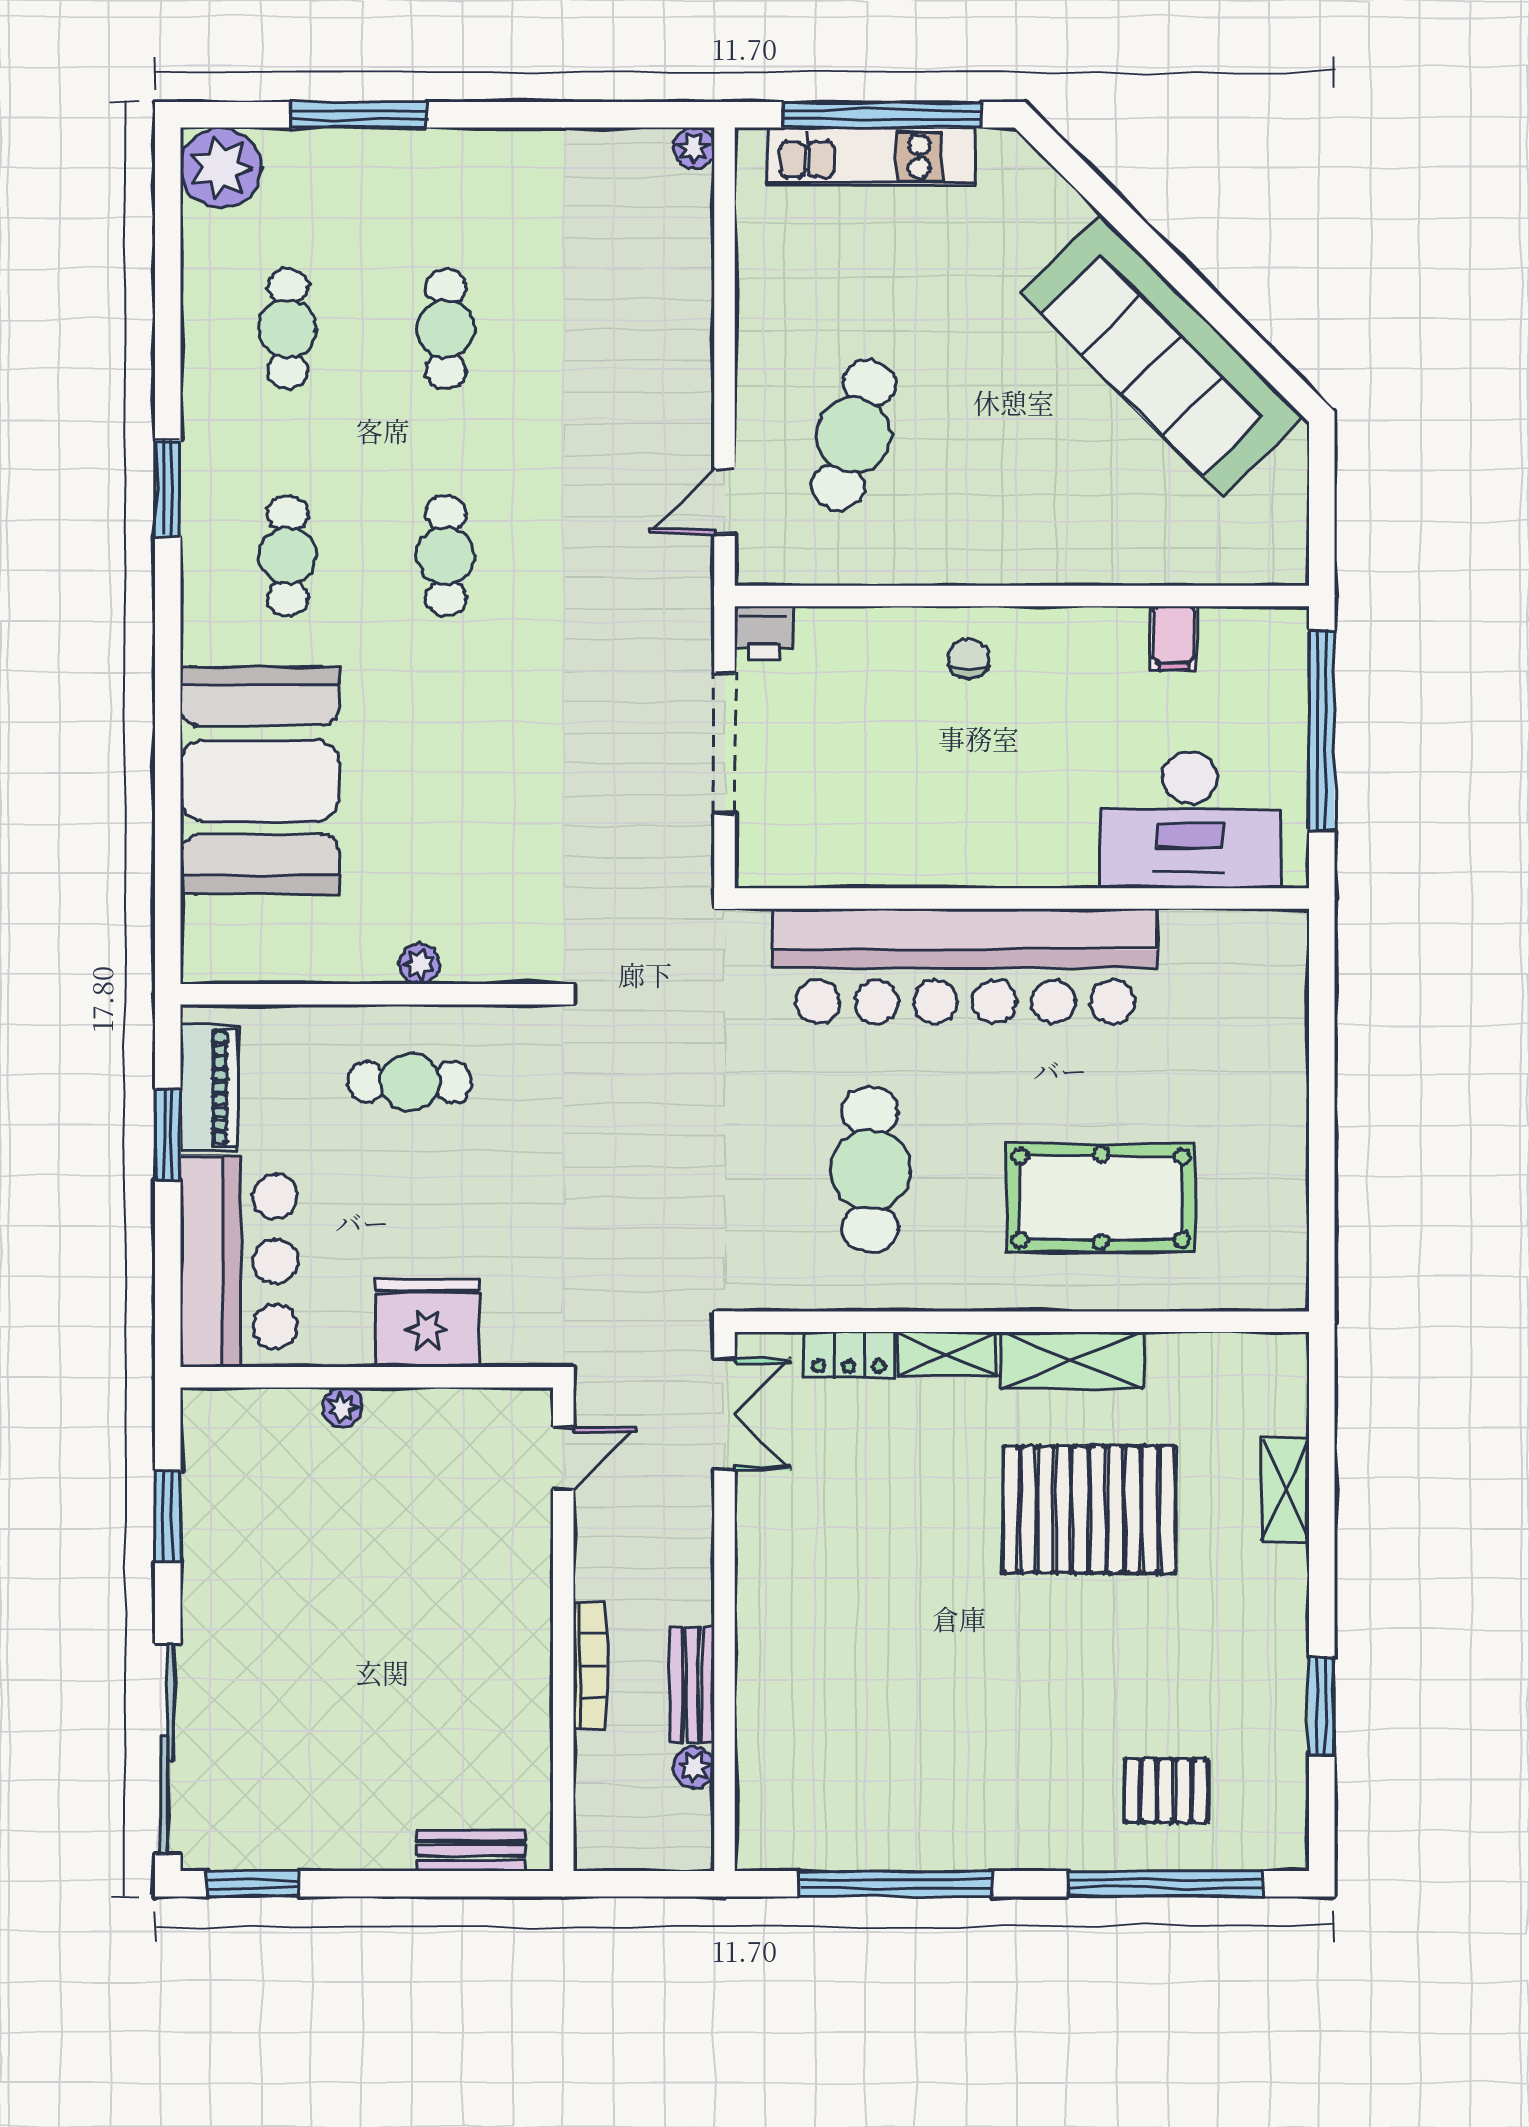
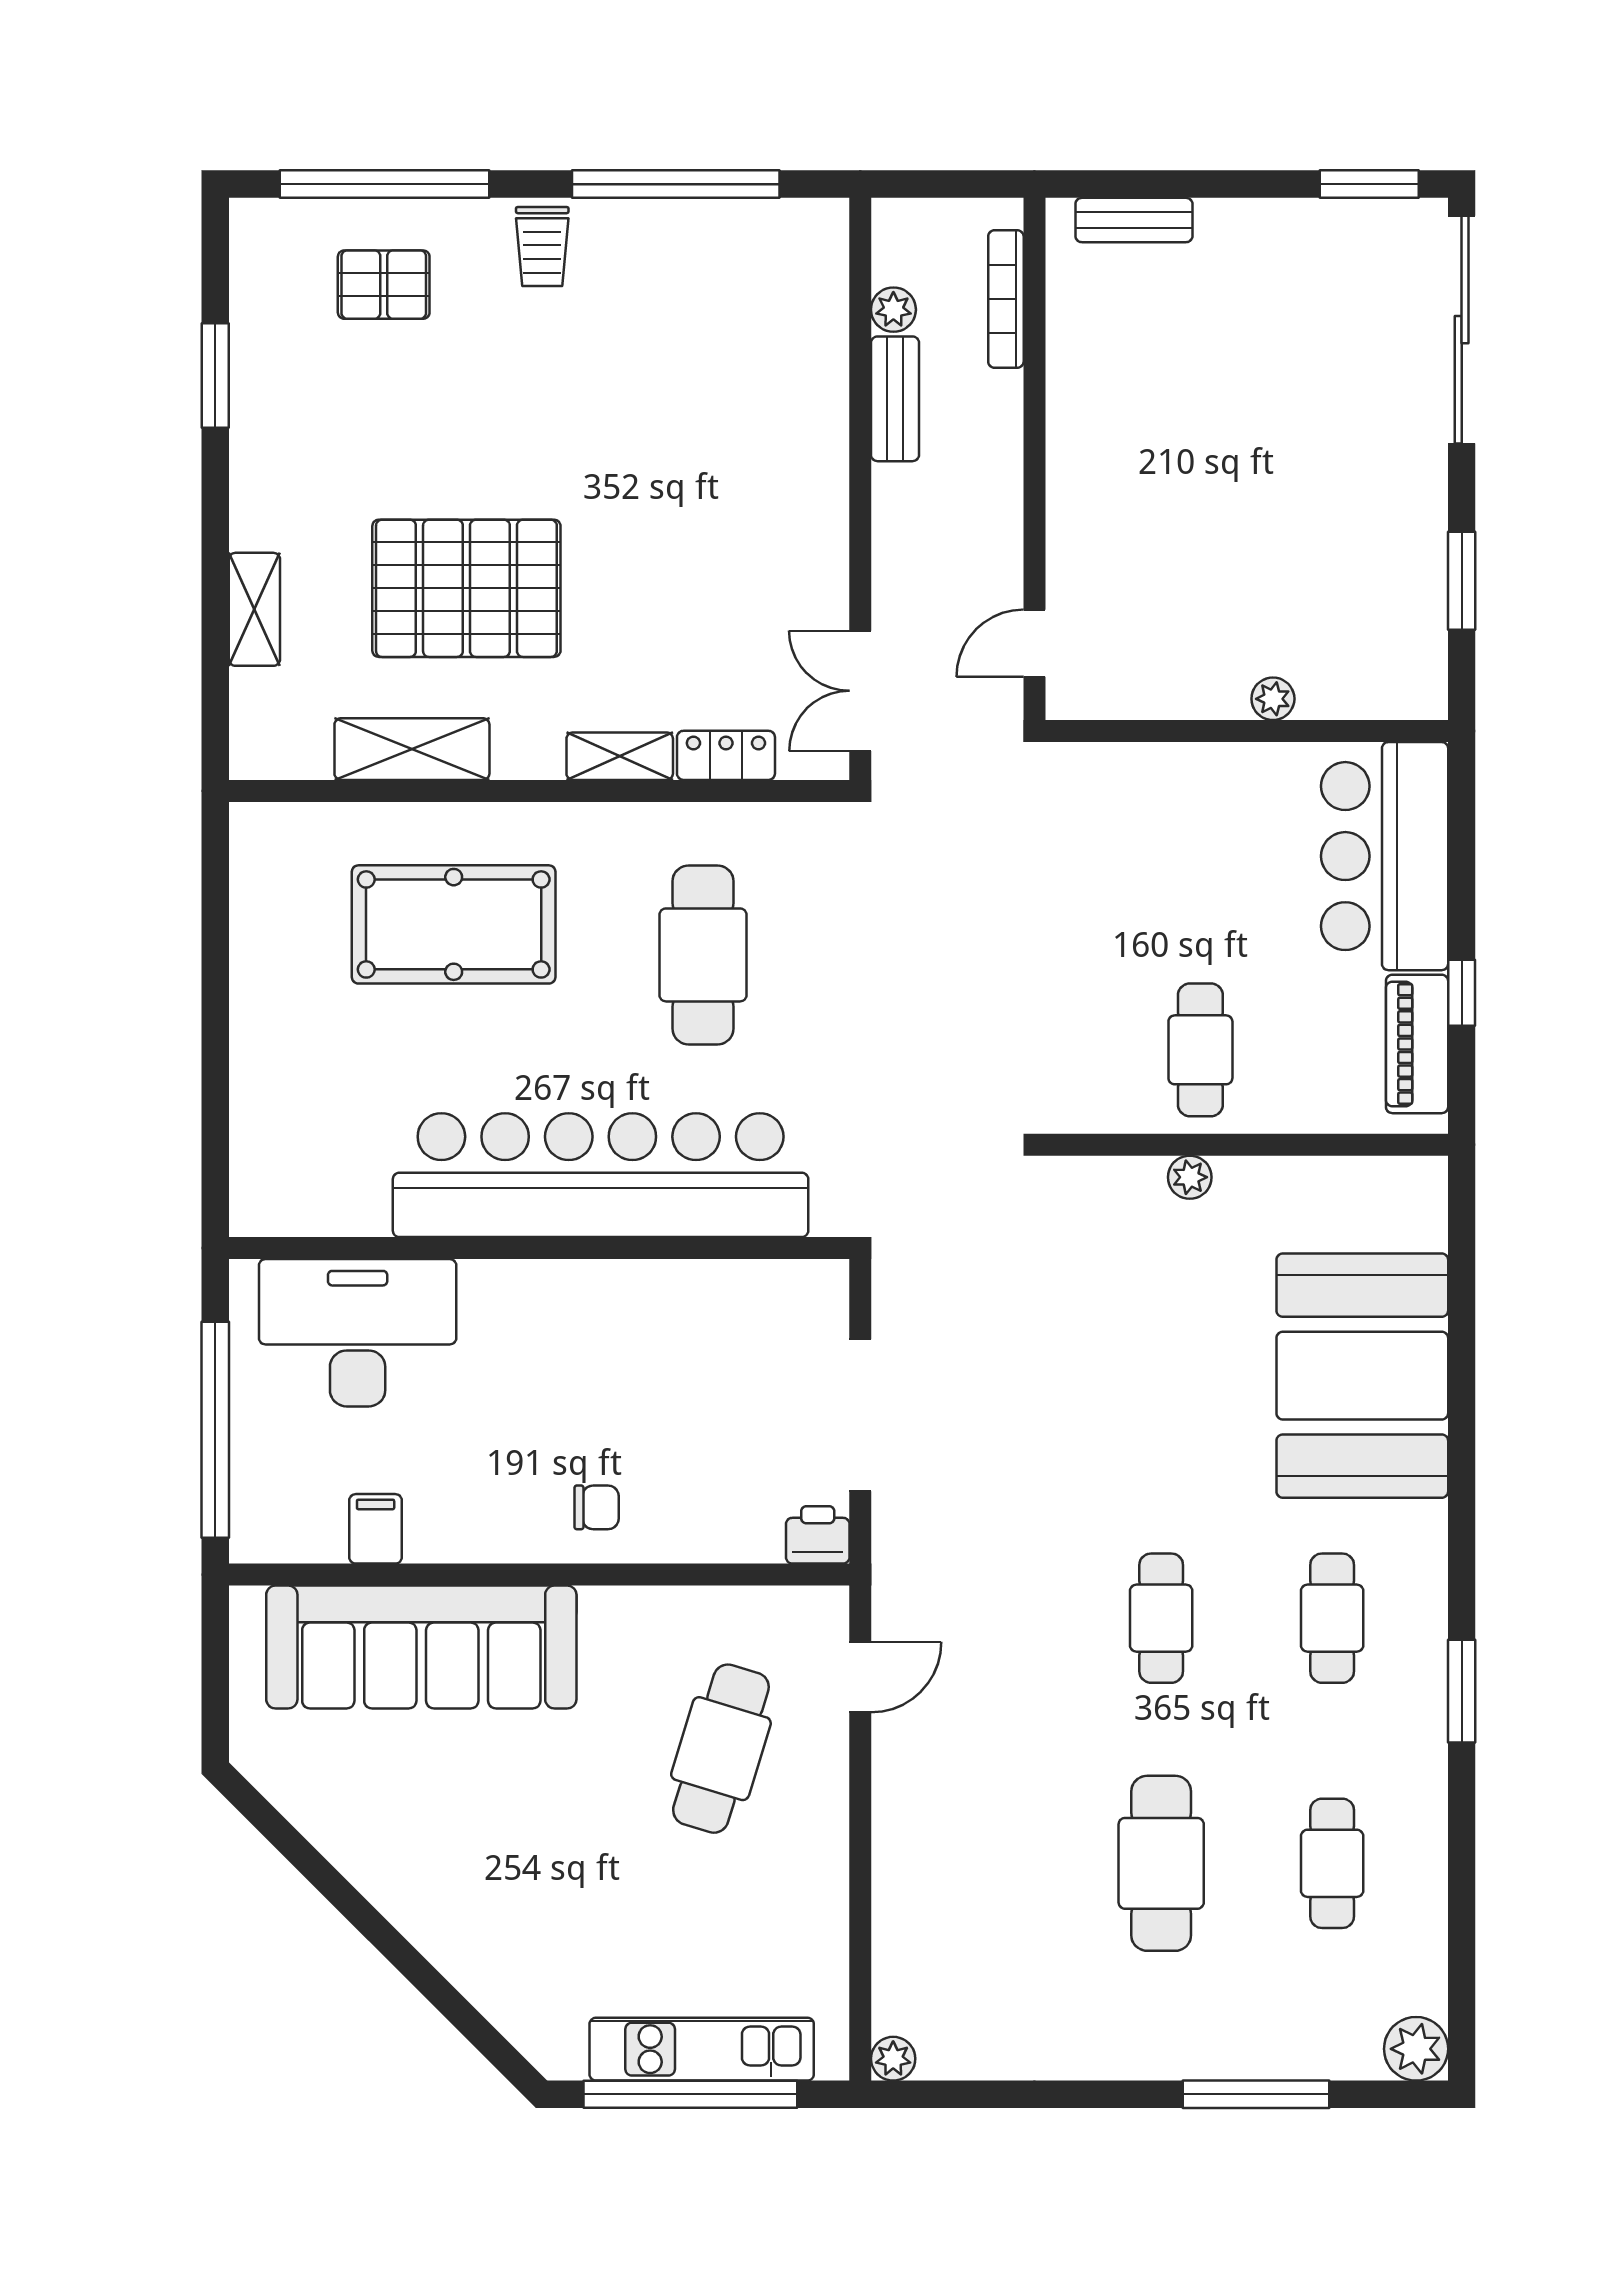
plant: (221, 168) -> (1416, 2049), width x0.73, depth x0.73
cafe table: (446, 329) -> (1161, 1863), width x1.37, depth x1.35
sofa: (1162, 355) -> (421, 1647), moved, turned 135
chair: (969, 658) -> (597, 1507), turned -90
cafe table: (410, 1082) -> (1200, 1050), turned 90
window: (168, 1135) -> (1462, 993), width x0.67
fridge: (427, 1323) -> (1182, 790), removed
shelving: (1072, 1360) -> (412, 749), moved
bookcase: (590, 1665) -> (1006, 299), moved
trolley: (1019, 1826) -> (542, 247), added

